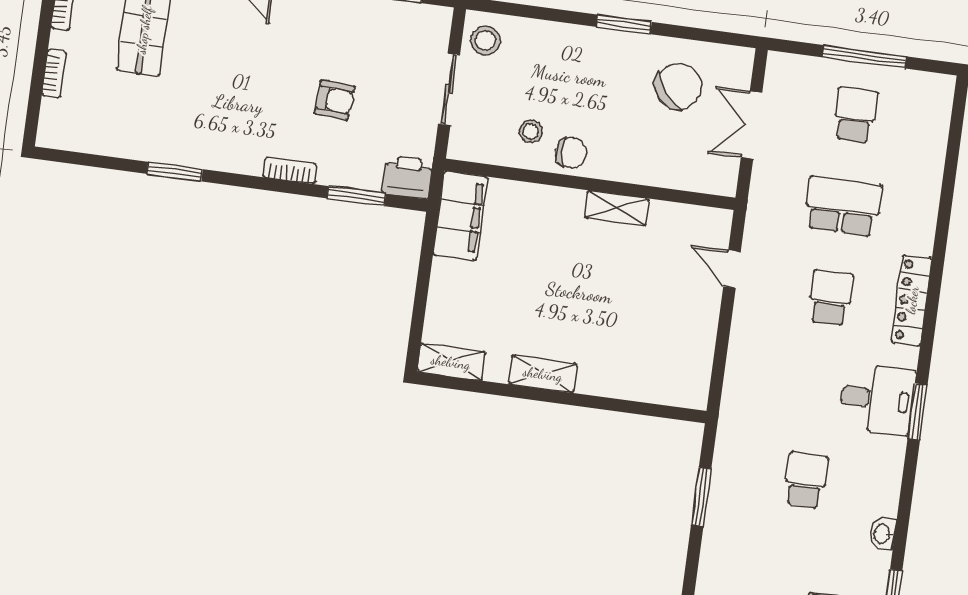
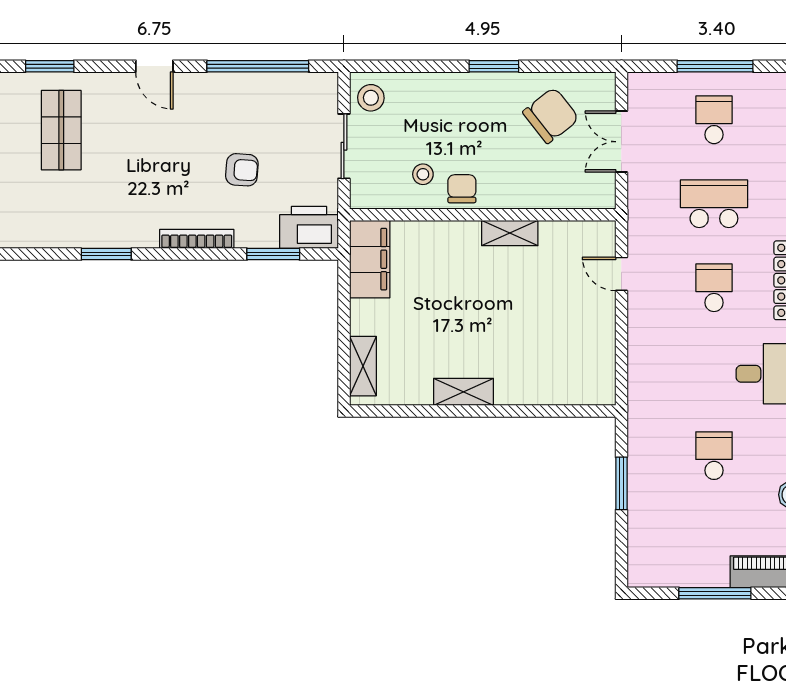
chair: (571, 153) -> (462, 189), turned -87
bookcase: (290, 170) -> (197, 239), width x1.56
printer: (407, 177) -> (309, 227), width x1.37, depth x1.19
shelving: (451, 362) -> (363, 366), moved, turned 90

